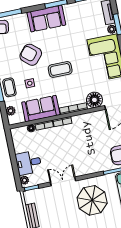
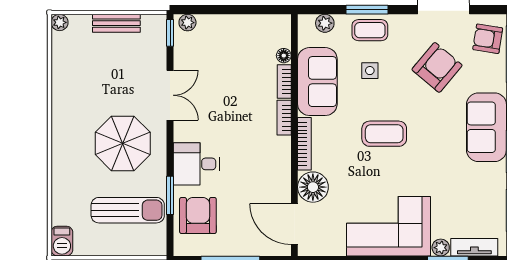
armchair: (31, 55) -> (437, 67), moved
coffee table: (60, 69) -> (384, 134), turned 90
desk: (29, 163) -> (196, 164), moved, turned -90

